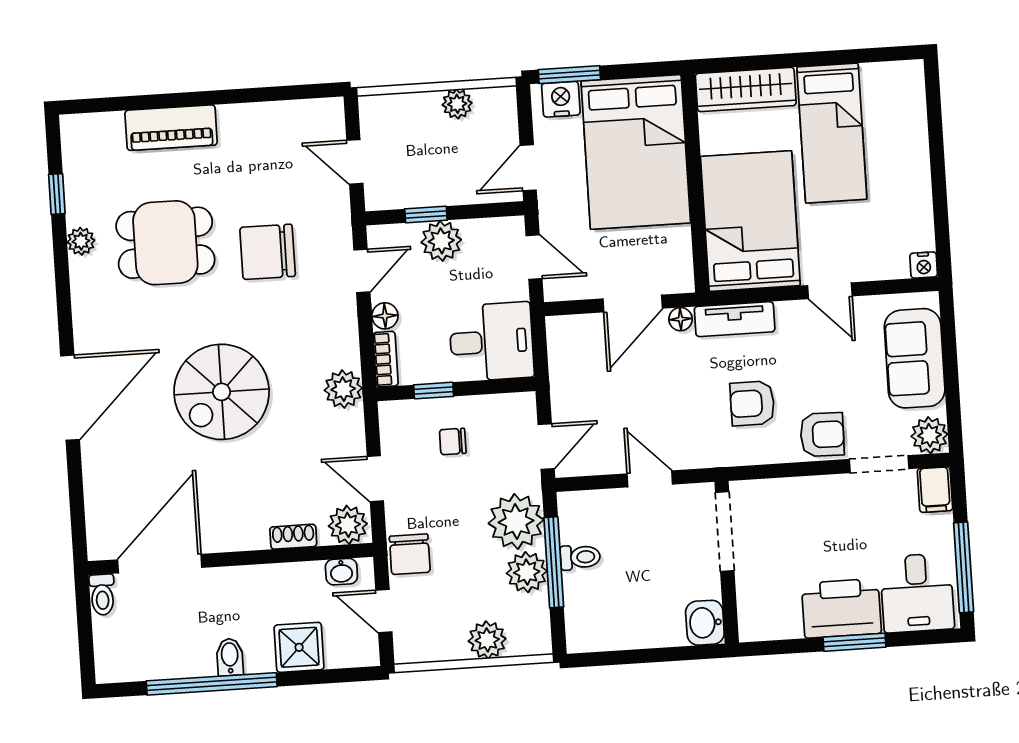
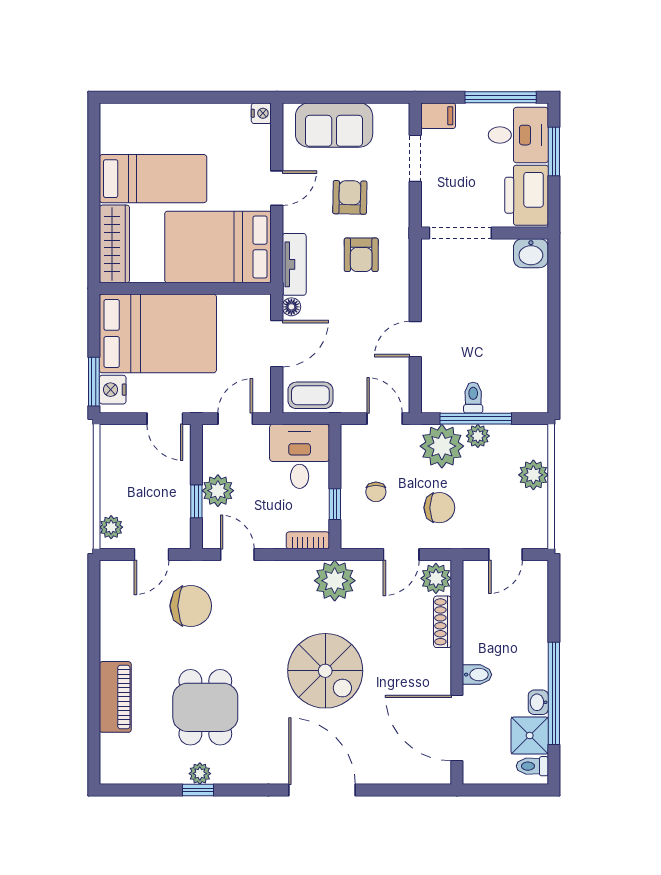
plant: (457, 104) -> (111, 527), moved
window: (57, 194) -> (198, 790), moved
chair: (268, 252) -> (191, 606), moved, turned -90
door: (633, 304) -> (277, 344), hinge flipped
floor lamp: (385, 316) -> (274, 539), removed
coffee table: (570, 351) -> (310, 395), added
plant: (343, 389) -> (335, 581), width x1.36, depth x1.36
armchair: (822, 435) -> (350, 197), moved
plant: (929, 435) -> (395, 117), removed
doorway: (725, 531) -> (460, 233), moved
shoe rack: (293, 537) -> (443, 622), width x1.43
chair: (410, 554) -> (439, 508), moved
wall: (727, 562) -> (485, 233), moved
washbasin: (341, 572) -> (538, 702), moved, turned 180
plant: (527, 572) -> (478, 436), width x0.73, depth x0.73
toilet: (102, 595) -> (532, 766), moved, turned 180
washbasin: (705, 623) -> (531, 253), moved
window: (854, 642) -> (554, 151), moved
shower: (299, 647) -> (530, 736), moved
bidet: (230, 657) -> (477, 675), moved, turned 180

